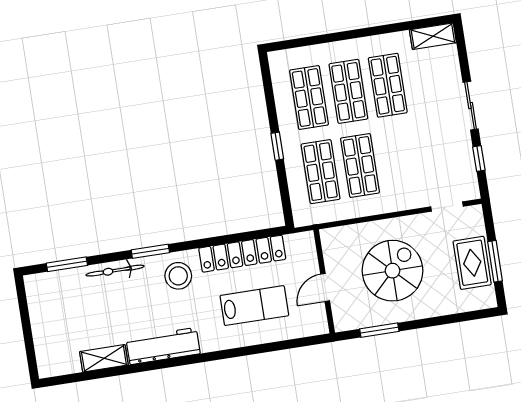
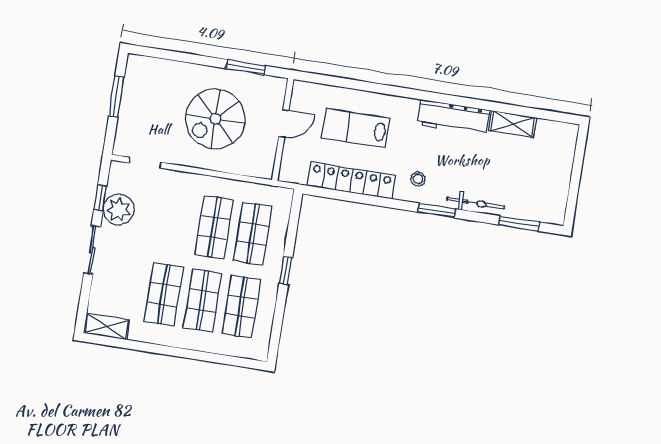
plant: (458, 153) -> (119, 210), added
rug: (472, 263) -> (138, 102), removed
stool: (178, 276) -> (418, 179), width x0.53, depth x0.53

